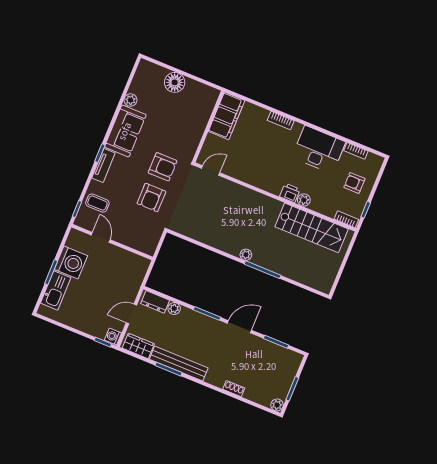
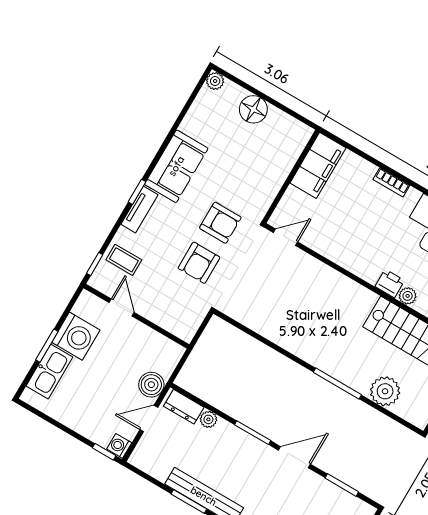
plant: (131, 100) -> (215, 81), moved
plant: (246, 255) -> (385, 391), moved, width x1.88, depth x1.88
boiler: (130, 289) -> (151, 385), added
wardrobe: (138, 346) -> (152, 464), removed

